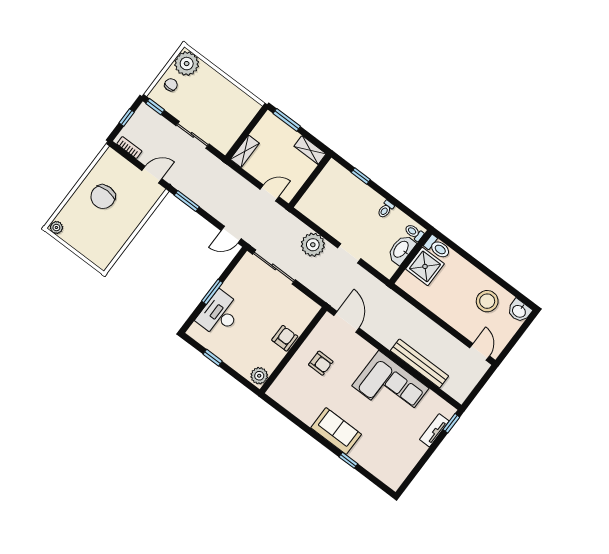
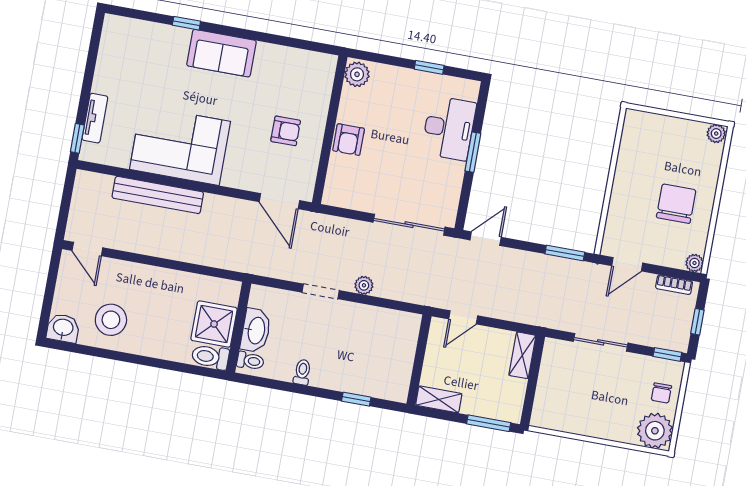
plant: (110, 155) -> (694, 263), added
plant: (313, 245) -> (364, 285), width x0.53, depth x0.53
armchair: (321, 363) -> (286, 131), turned 180

